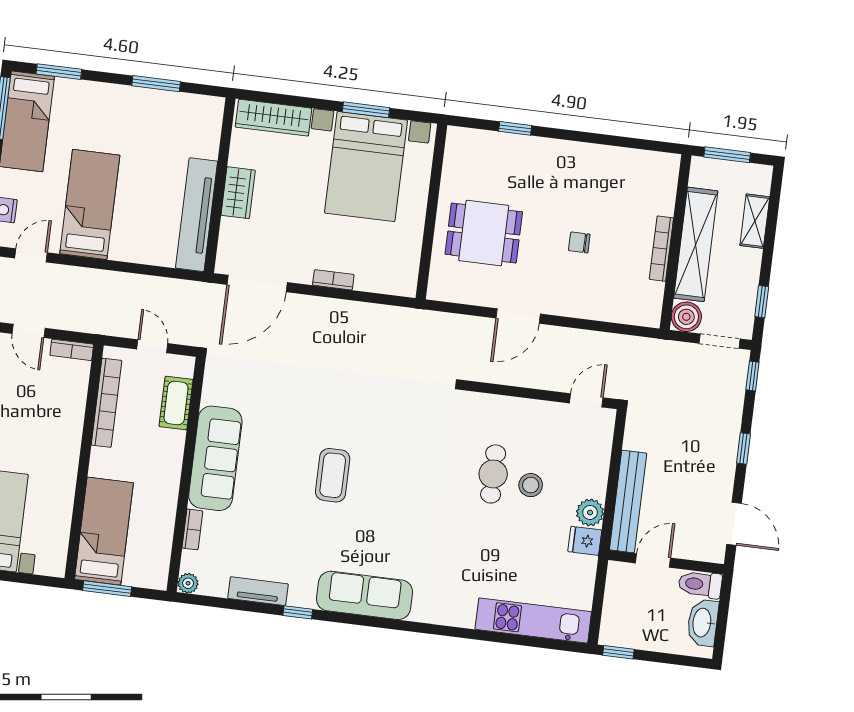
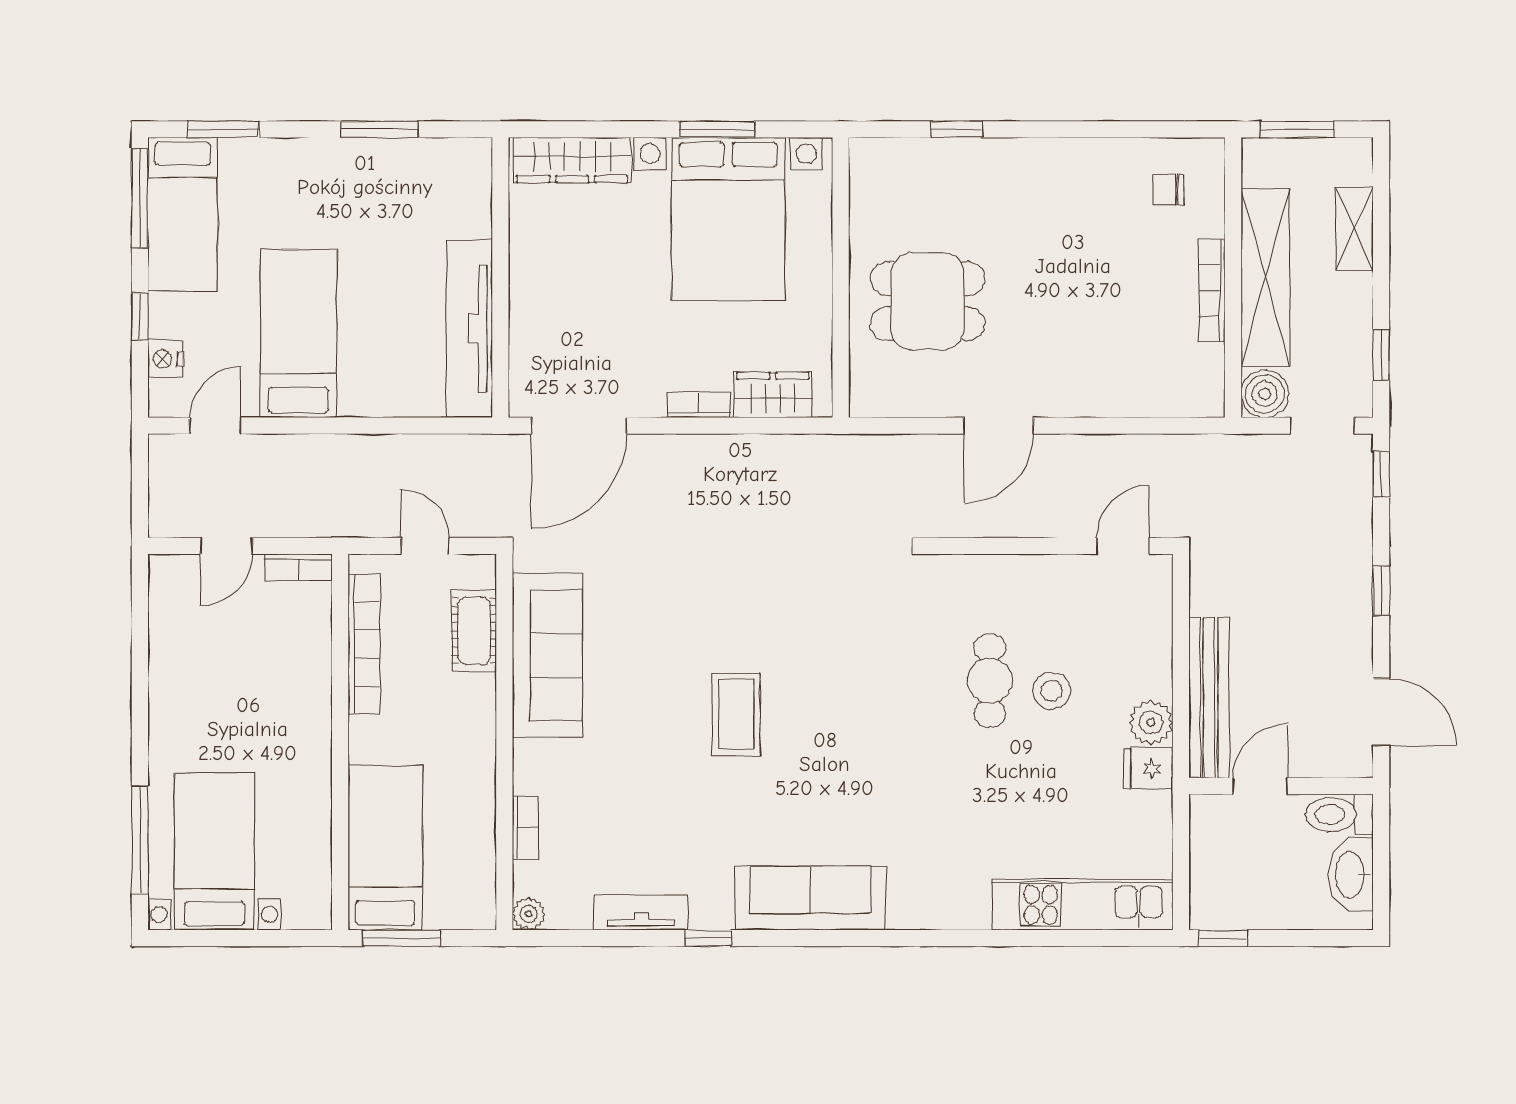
wardrobe: (238, 193) -> (773, 395), moved, turned -90
chair: (579, 242) -> (1168, 189), moved
door: (29, 331) -> (226, 546), hinge flipped
sofa: (215, 458) -> (547, 655), moved

